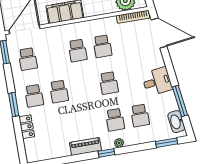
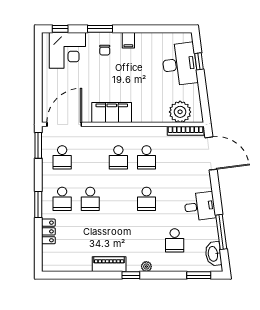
school desk: (115, 120) -> (147, 240), removed

